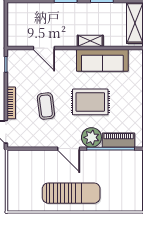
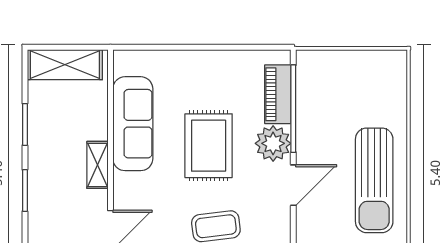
shelving: (90, 41) -> (98, 165), moved
sun lounger: (71, 193) -> (374, 180), turned 180

